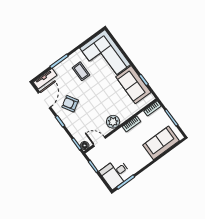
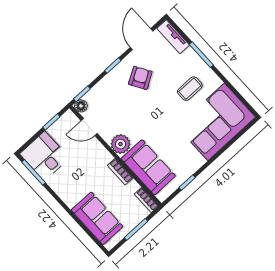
sofa: (133, 85) -> (148, 167), moved, turned 90
door: (44, 100) -> (142, 39), swing flipped
door: (99, 141) -> (89, 127), swing flipped

